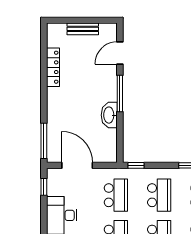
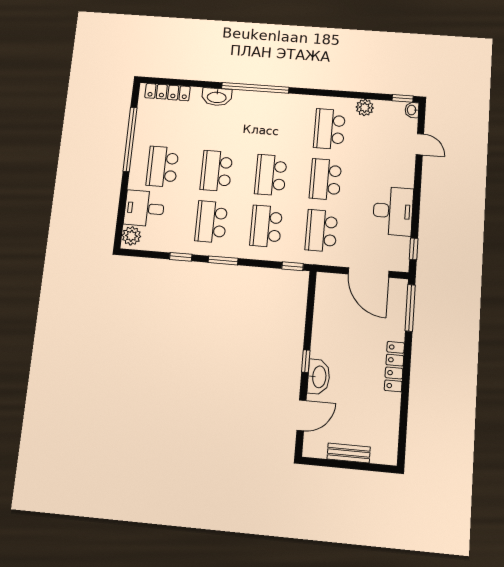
locker: (53, 67) -> (394, 367), moved
window: (120, 94) -> (306, 361), width x0.46
washbasin: (109, 115) -> (319, 377), moved

